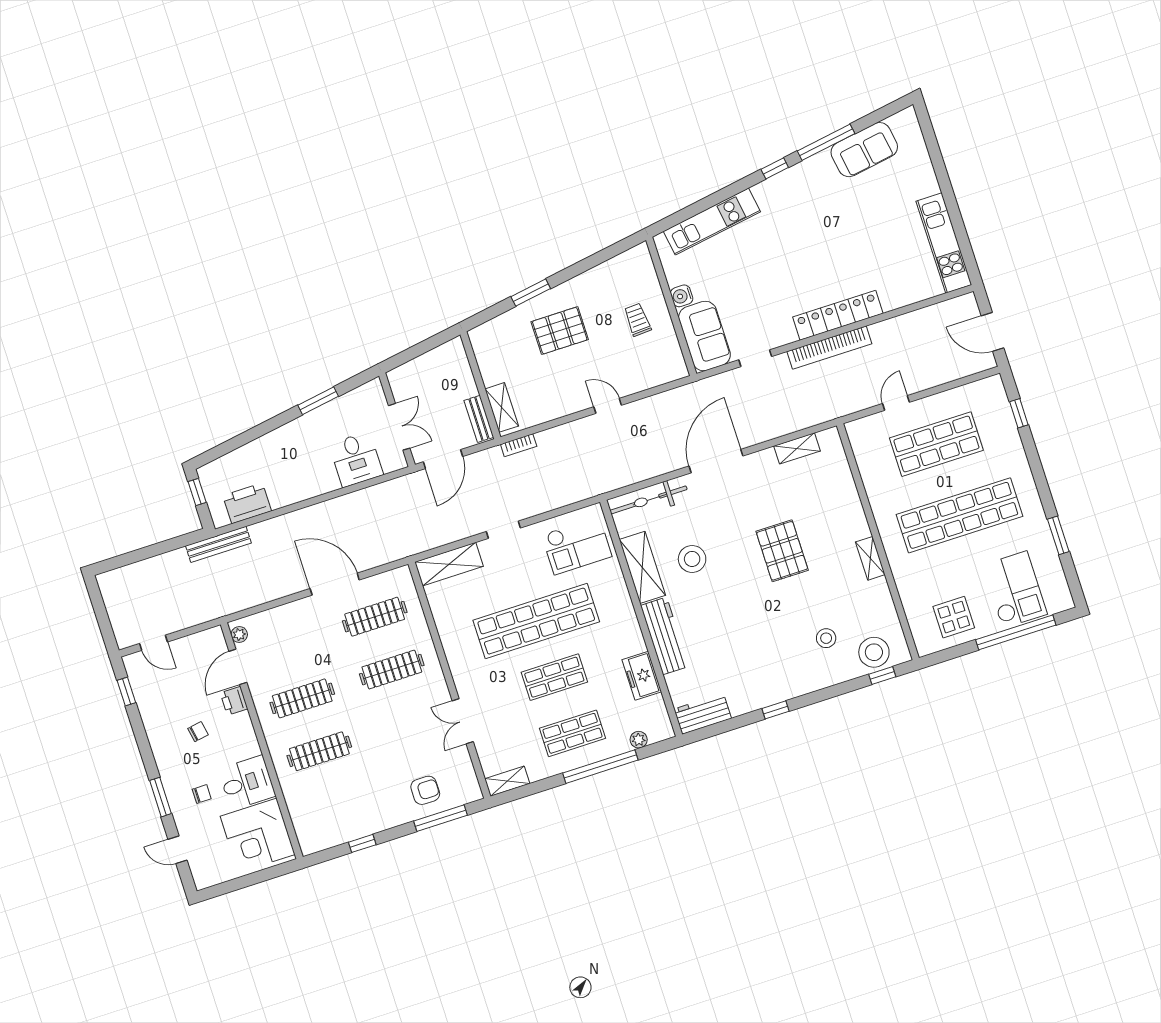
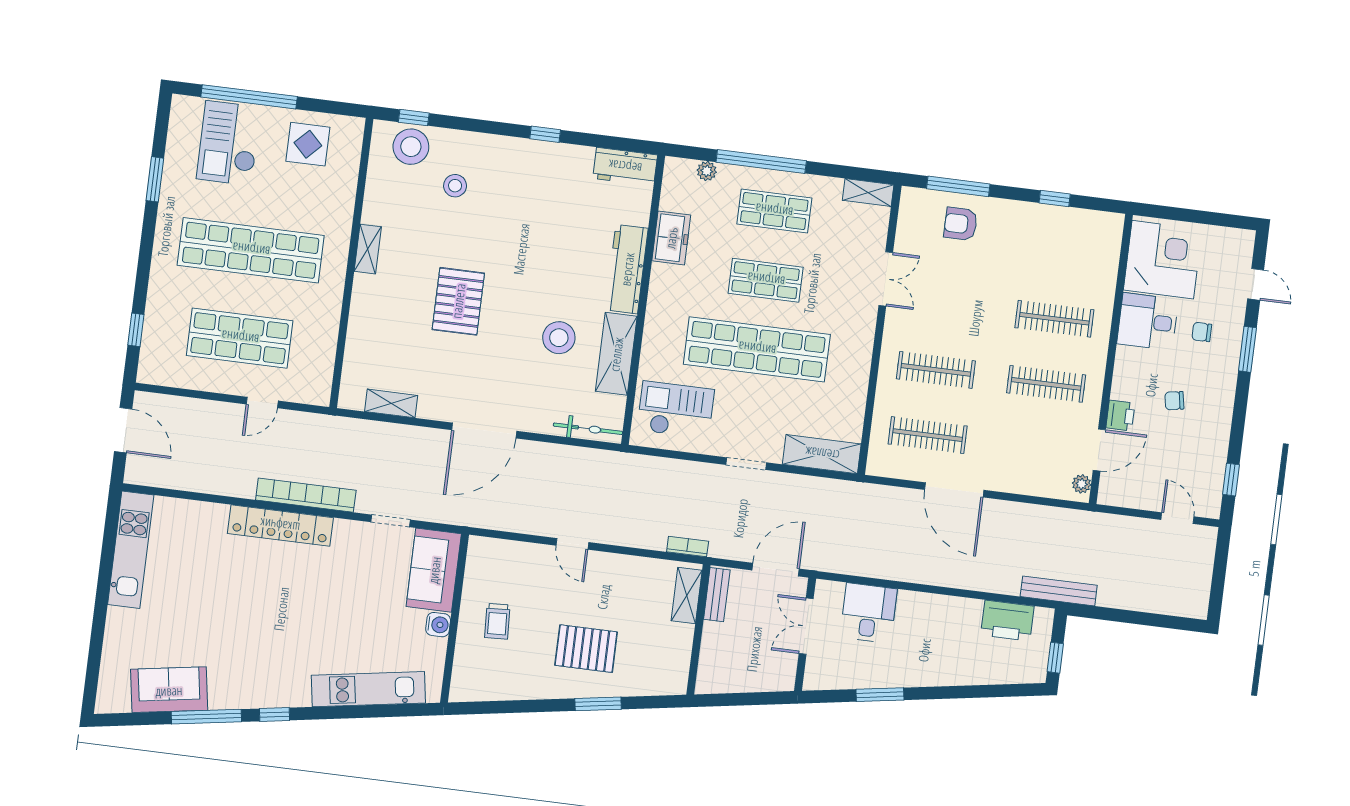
bicycle: (648, 500) -> (588, 429), width x0.73, depth x0.71

